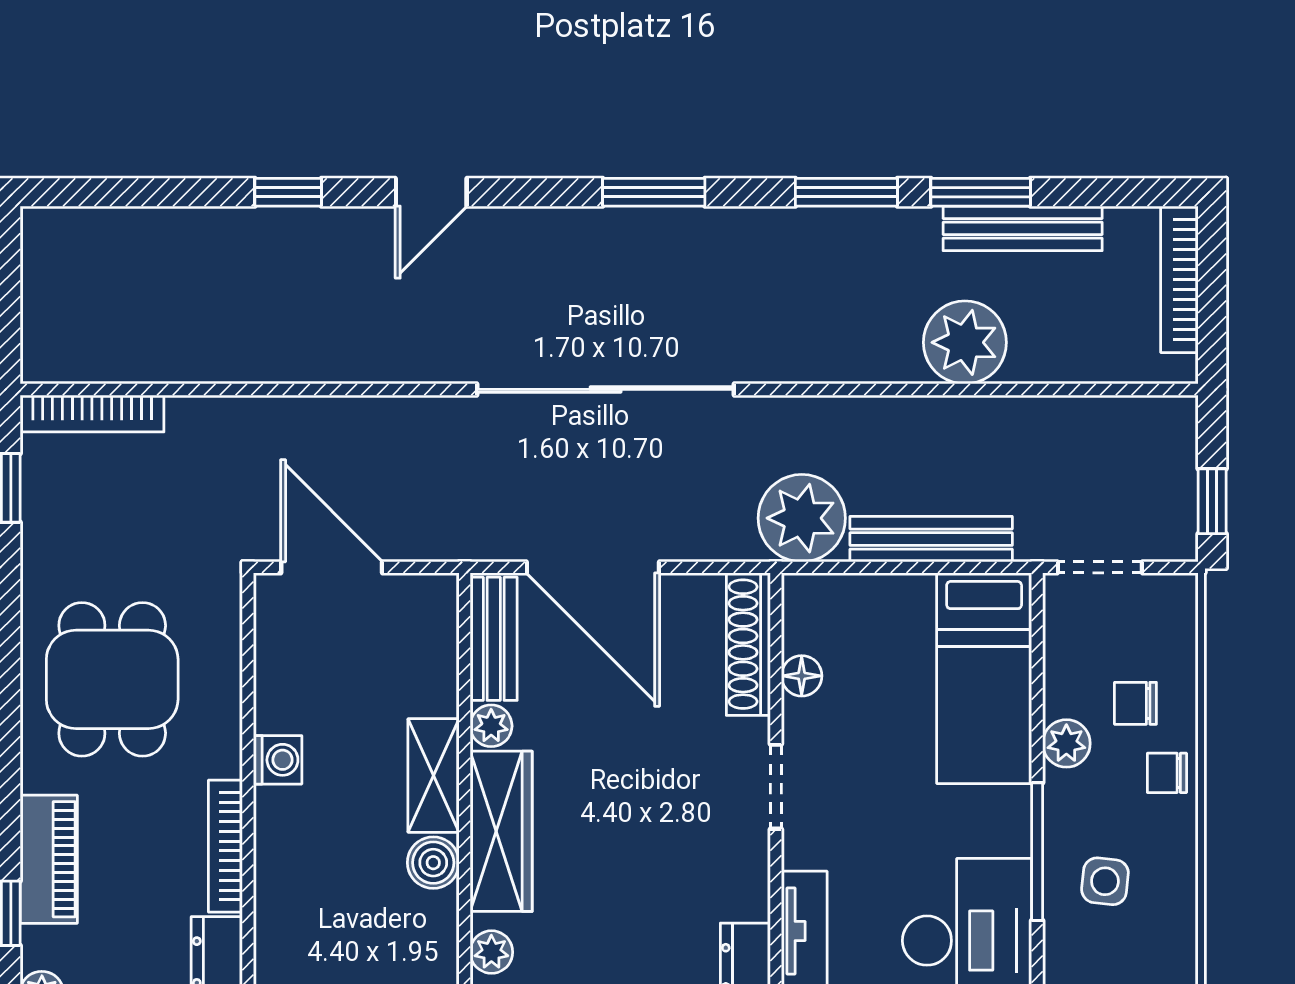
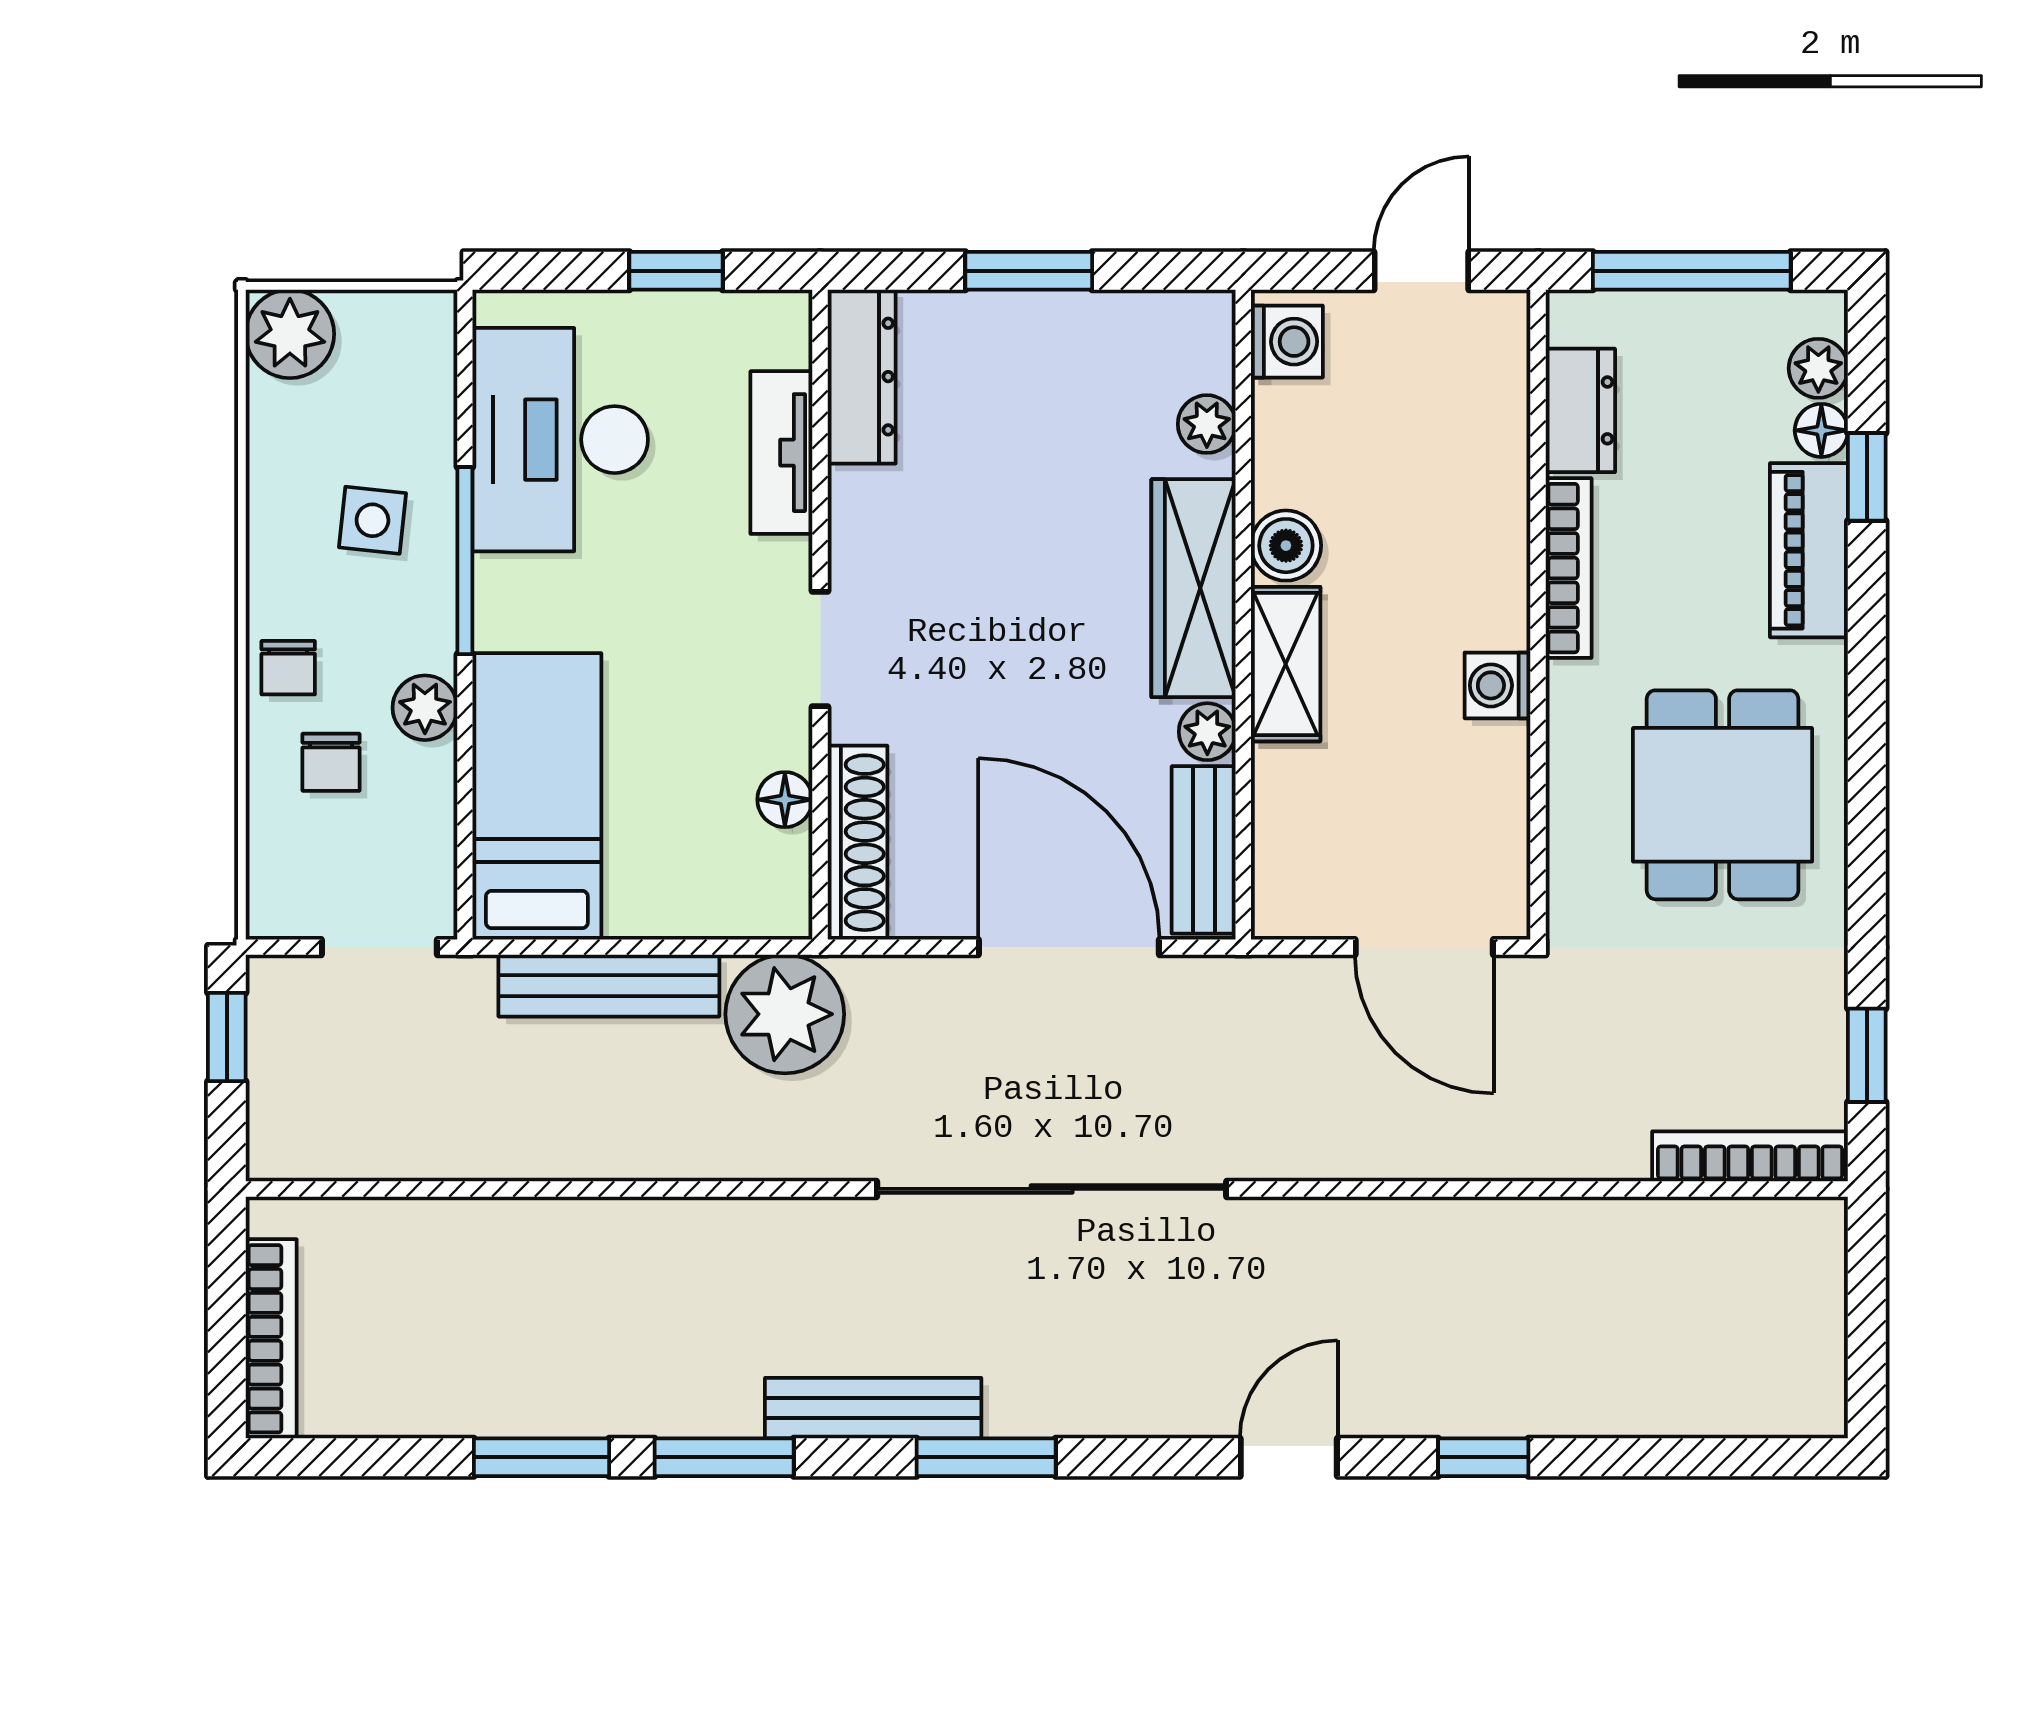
bench: (1023, 228) -> (873, 1408), moved
plant: (965, 342) -> (563, 1253), removed
chair: (1135, 703) -> (331, 762), turned 90
chair: (1167, 773) -> (288, 668), turned 90
floor lamp: (40, 947) -> (1821, 430), added

